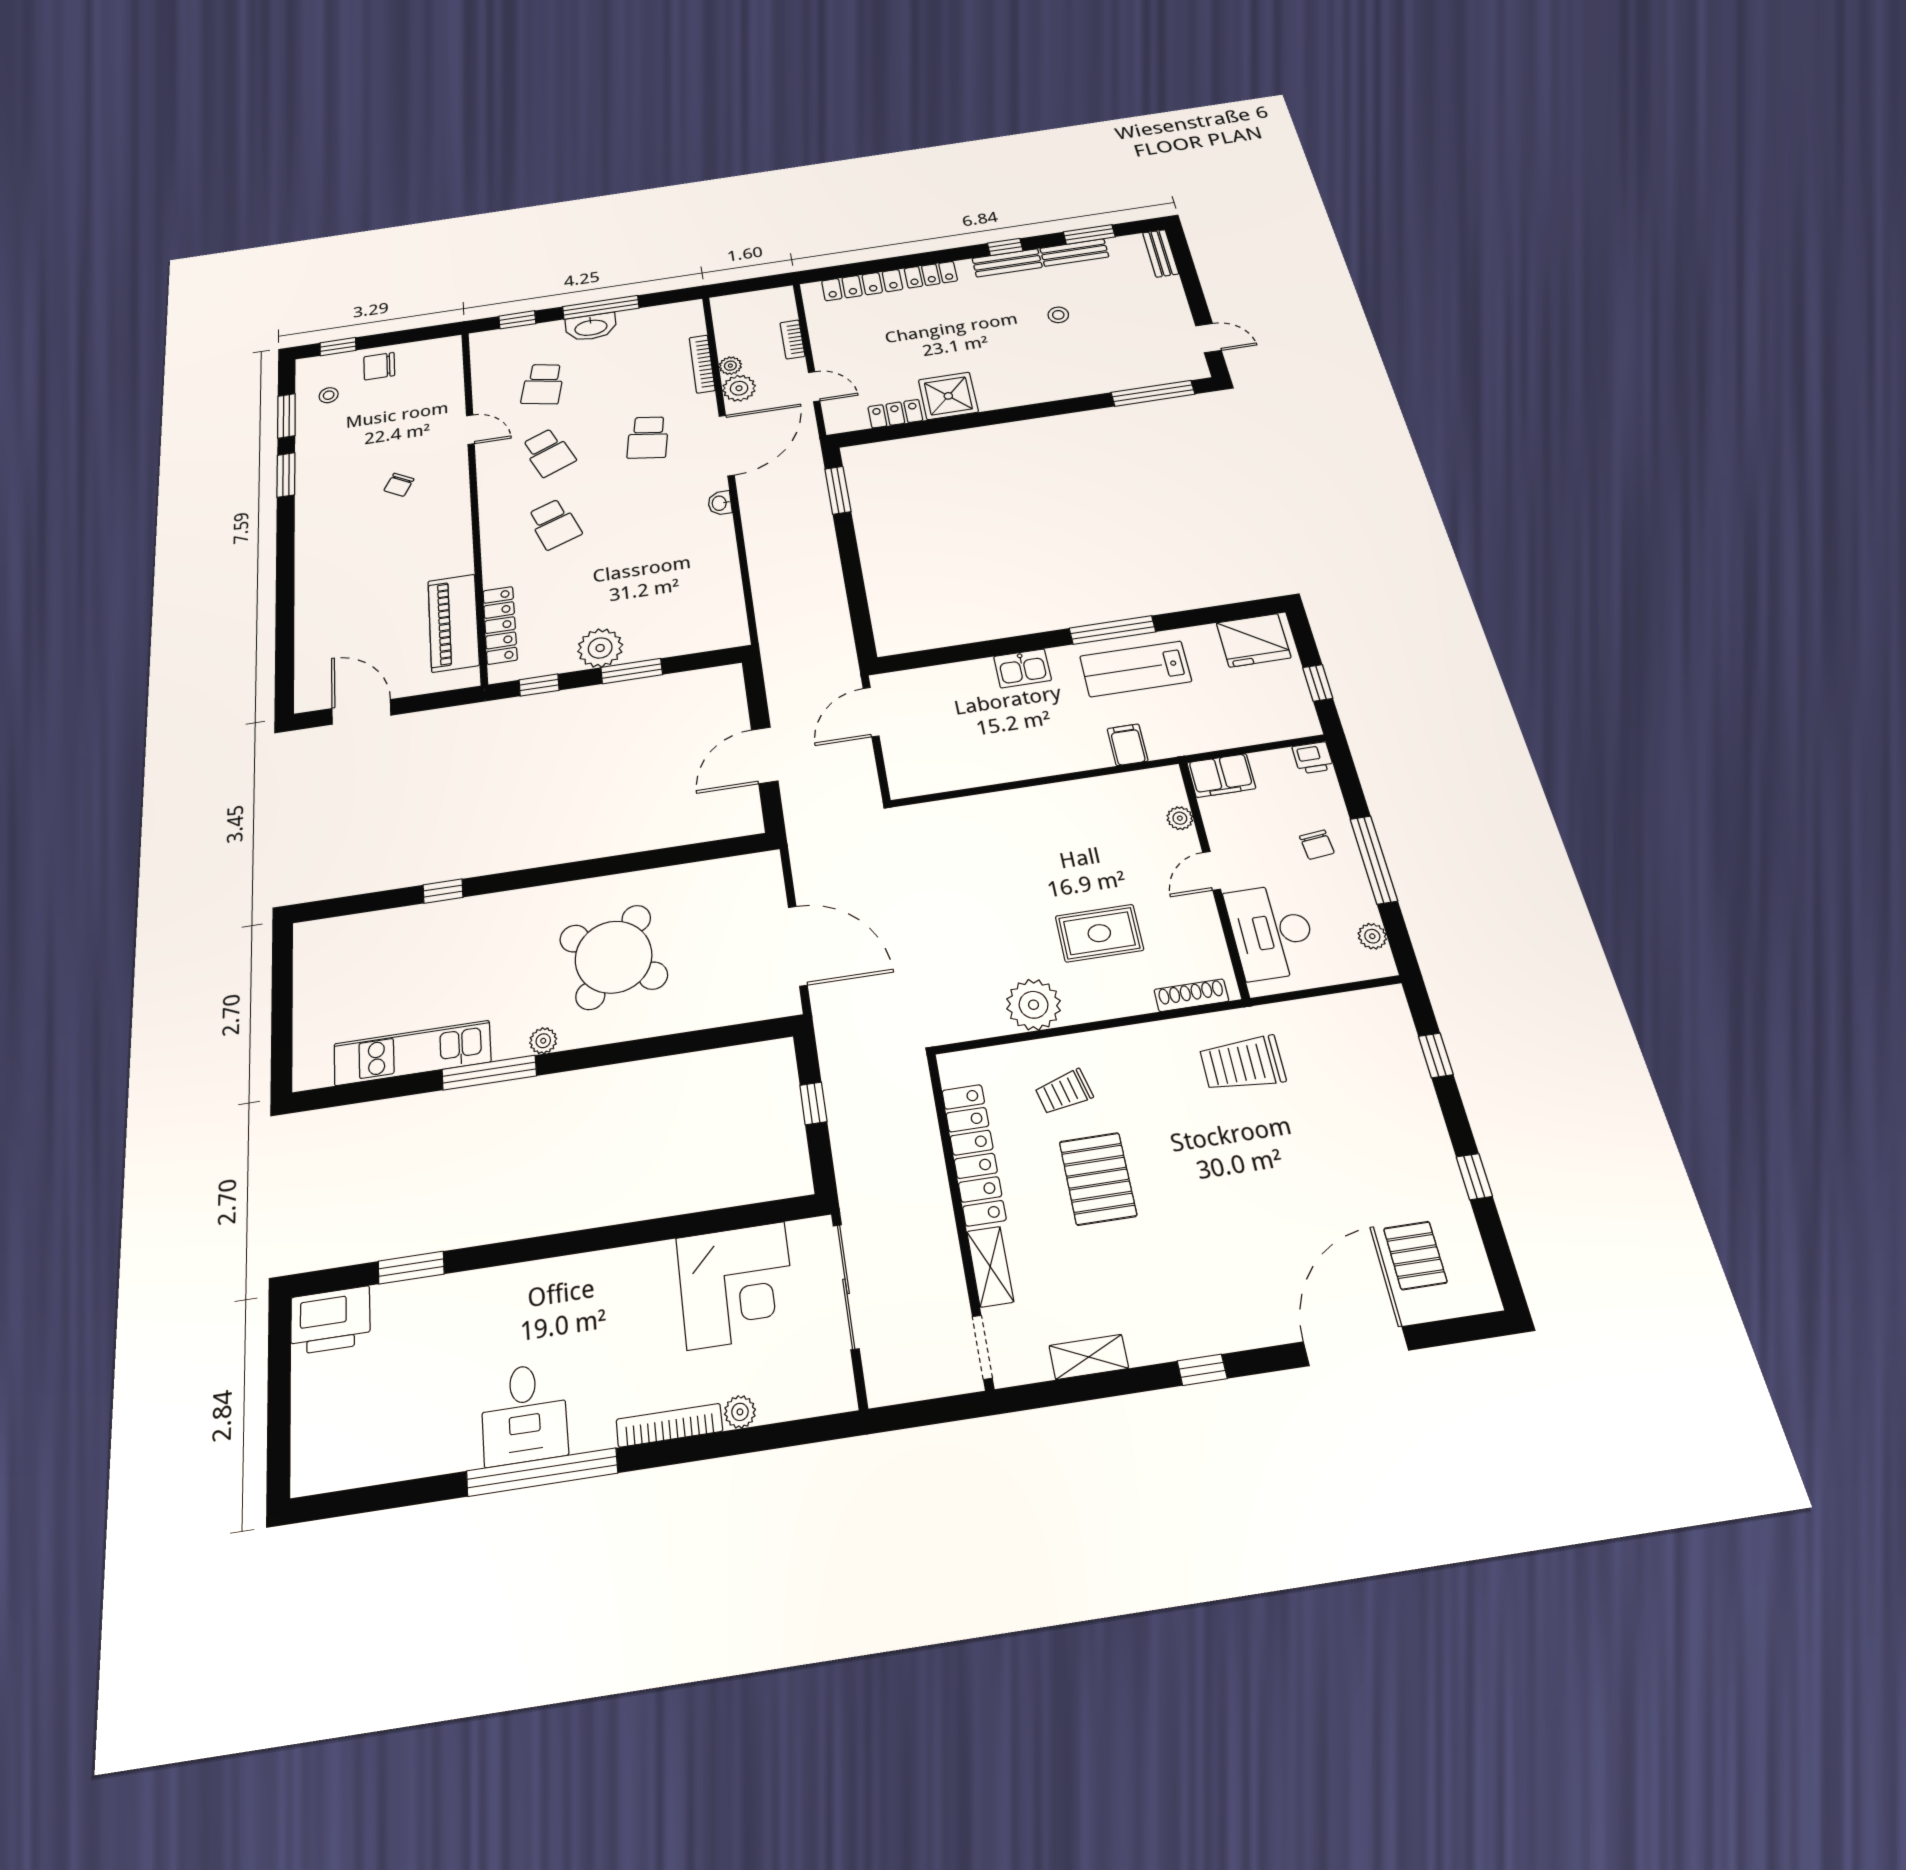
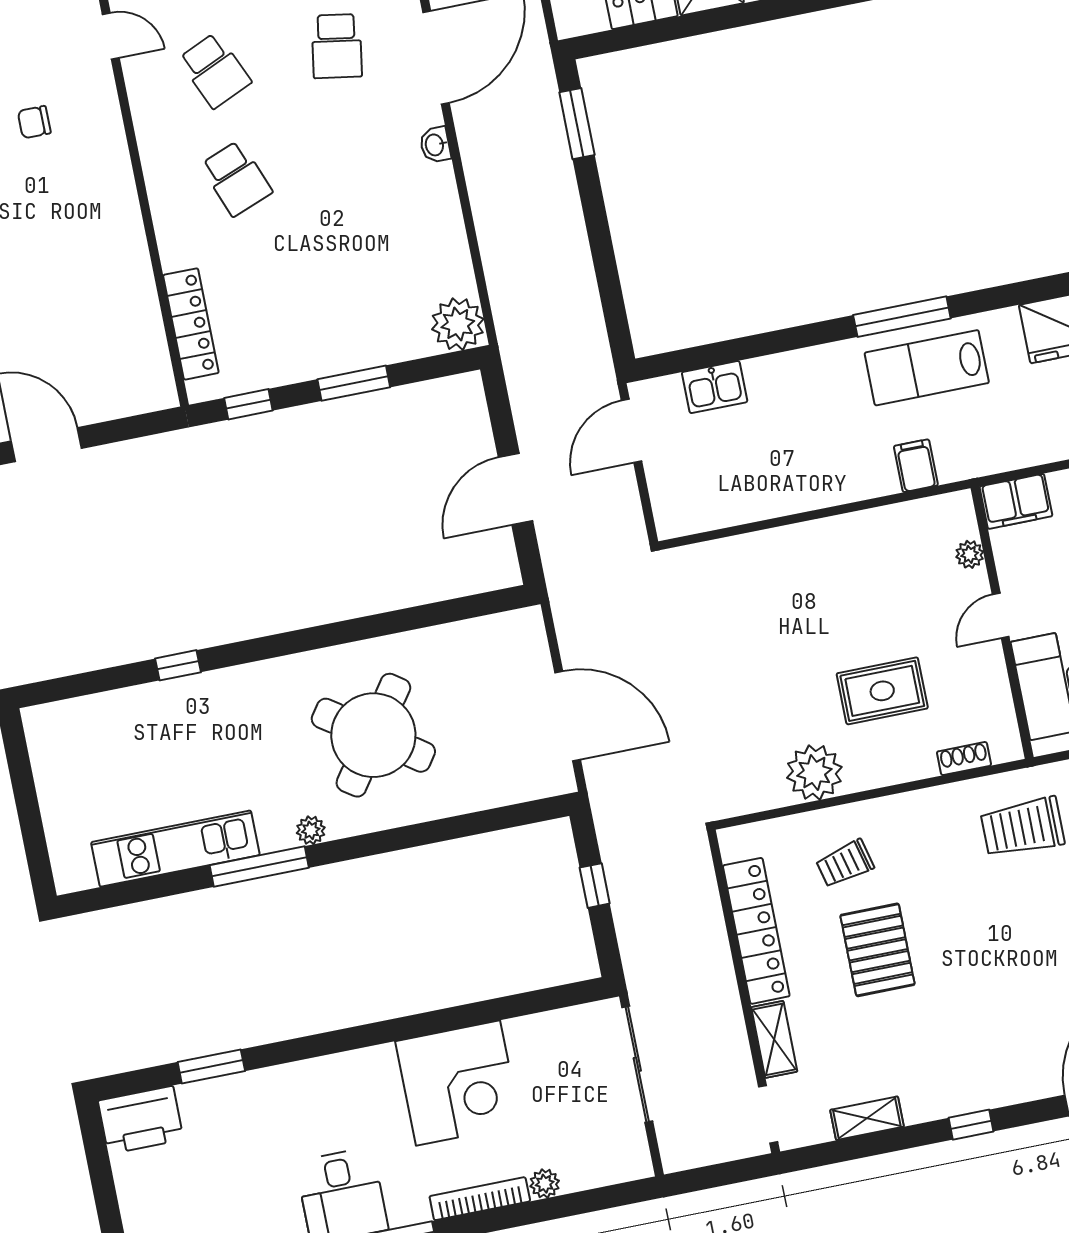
chair: (399, 485) -> (34, 122), turned 61
piano: (453, 623) -> (135, 322), removed
plant: (600, 648) -> (458, 324), moved
kitchen sink: (1022, 668) -> (715, 387), moved
shoe rack: (1191, 995) -> (964, 759), width x0.70
corner desk: (736, 1285) -> (458, 1083), moved

